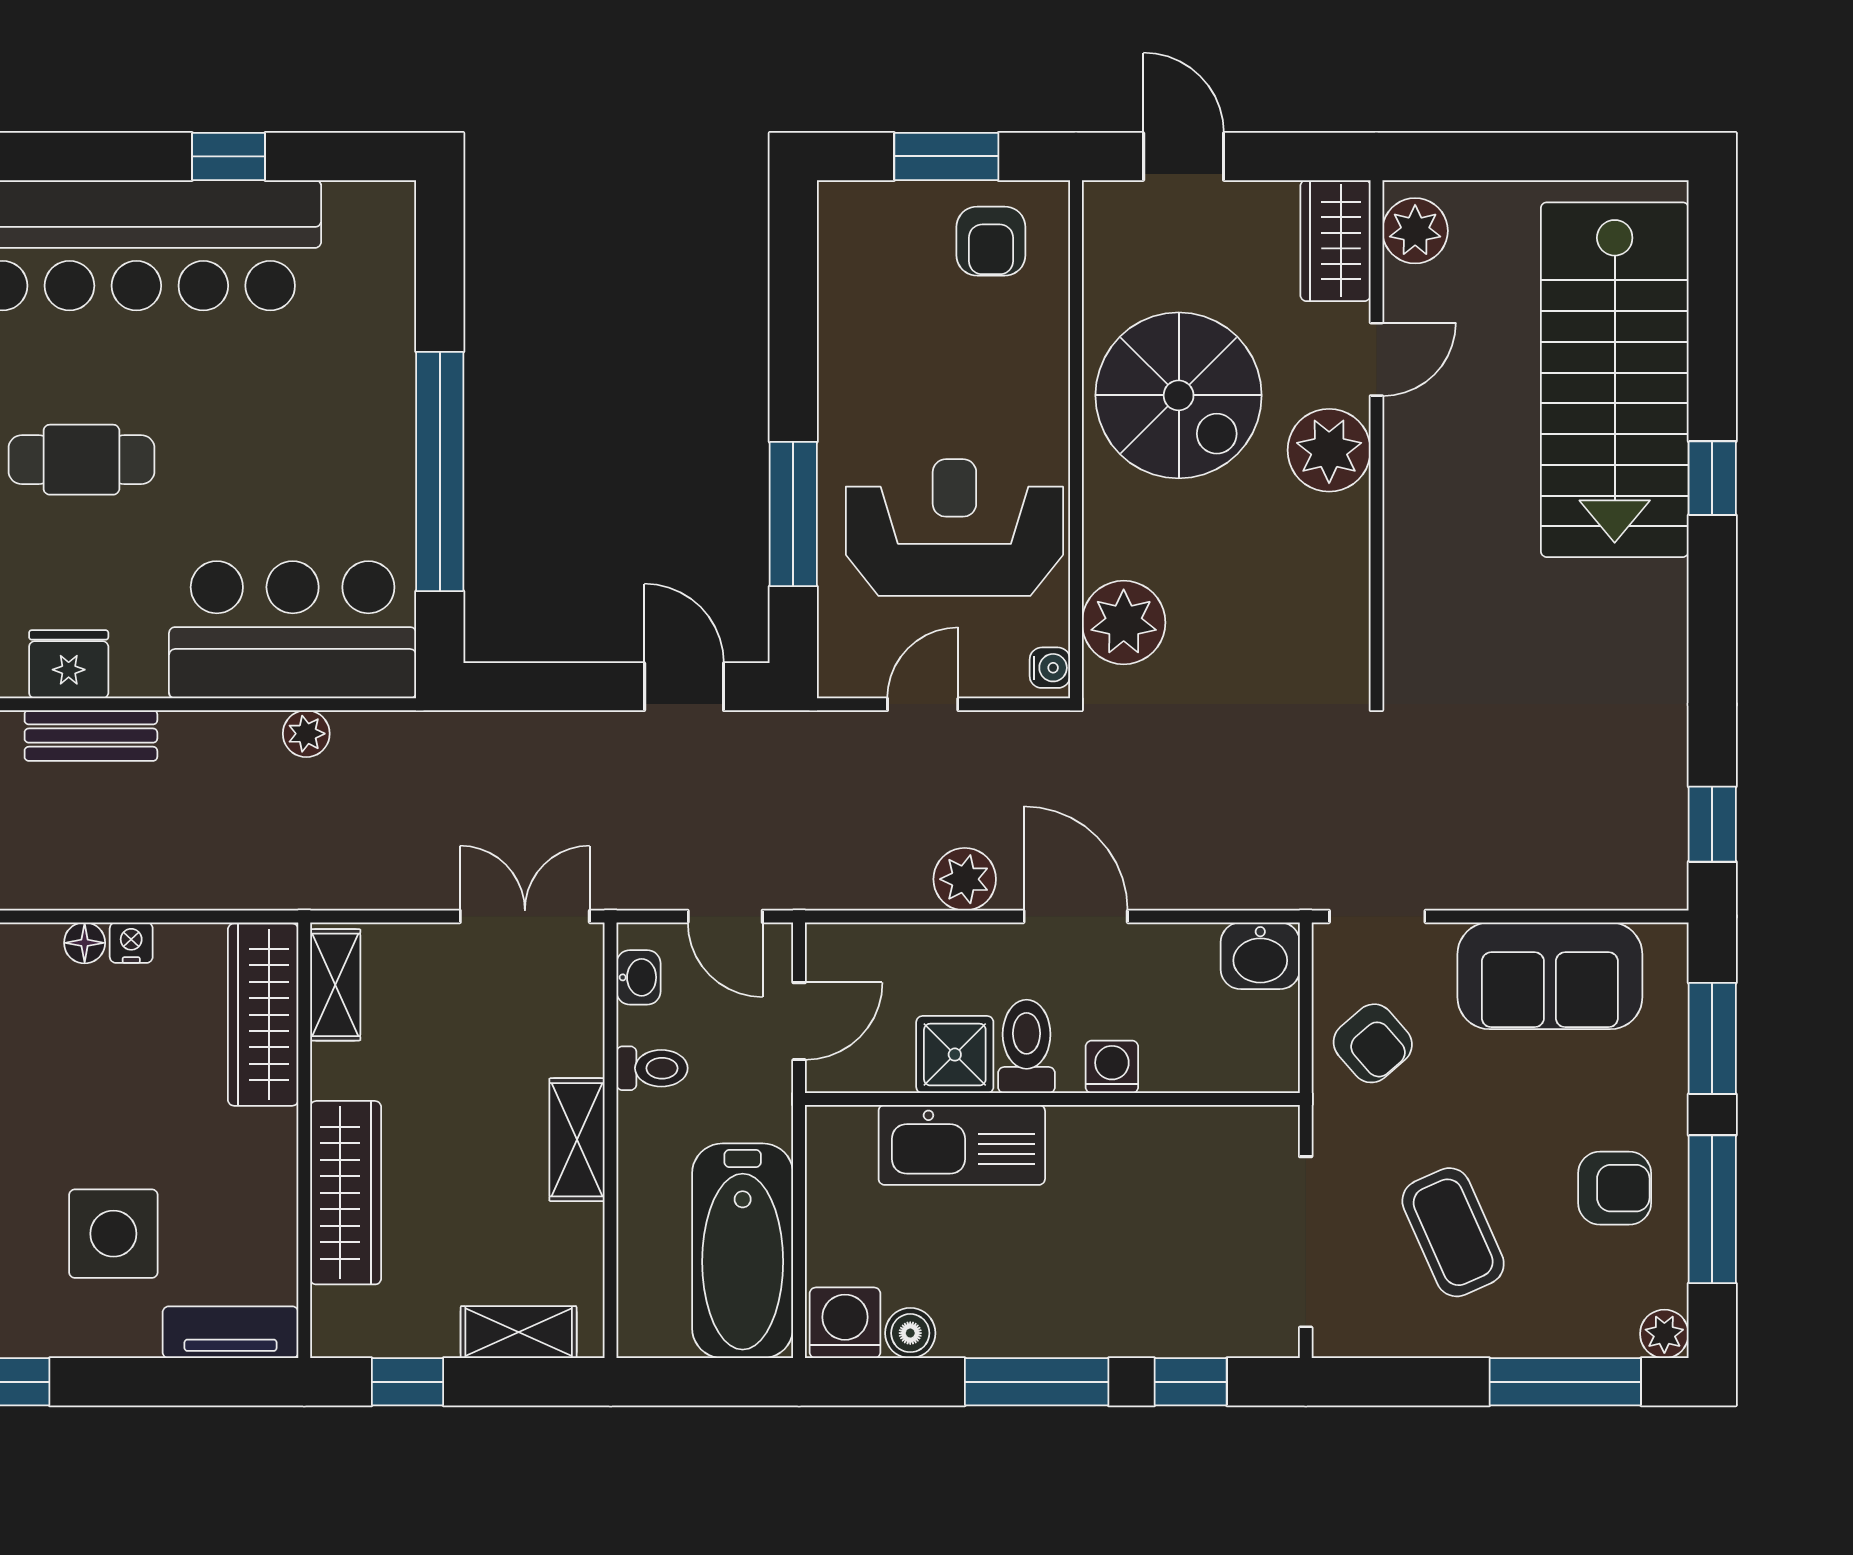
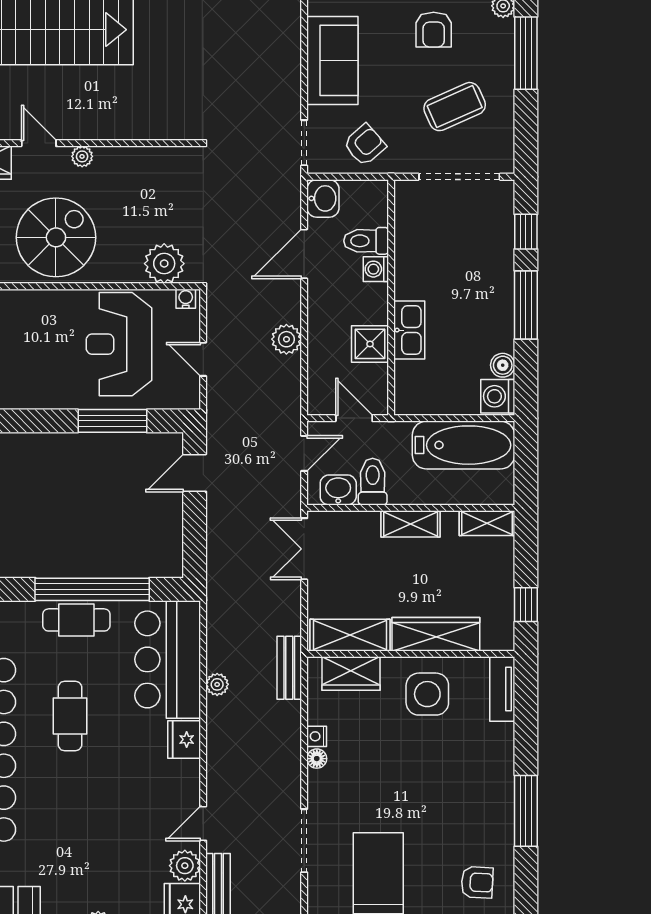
cafe table: (375, 438) -> (76, 620), added
plant: (1329, 450) -> (82, 156), width x0.53, depth x0.53
cafe table: (81, 460) -> (70, 716), moved
fridge: (69, 664) -> (184, 739), moved
plant: (306, 734) -> (217, 684), moved
bench: (91, 736) -> (289, 668), moved
door: (1076, 916) -> (304, 254), moved
washbasin: (639, 977) -> (338, 490), width x1.38, depth x1.45
shelving: (335, 985) -> (350, 635), width x1.50, depth x1.33
wardrobe: (263, 1015) -> (351, 673), width x0.67
toilet: (1027, 1046) -> (366, 241), moved
toilet: (652, 1068) -> (373, 482), width x1.37, depth x1.39
kitchen sink: (962, 1145) -> (409, 330), width x0.73, depth x0.81
armchair: (1615, 1188) -> (434, 30), turned 180
side table: (113, 1234) -> (427, 694), moved
shelving: (519, 1332) -> (487, 523), moved, turned 90

